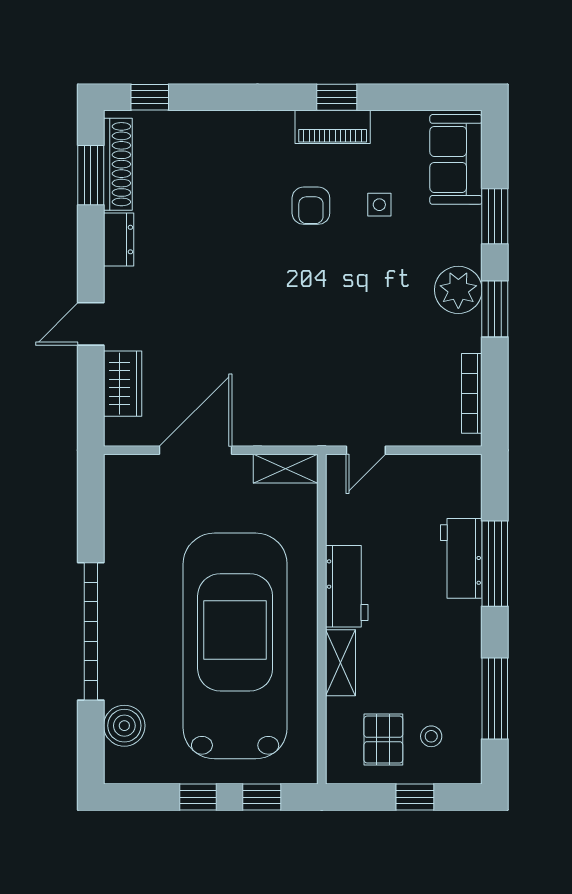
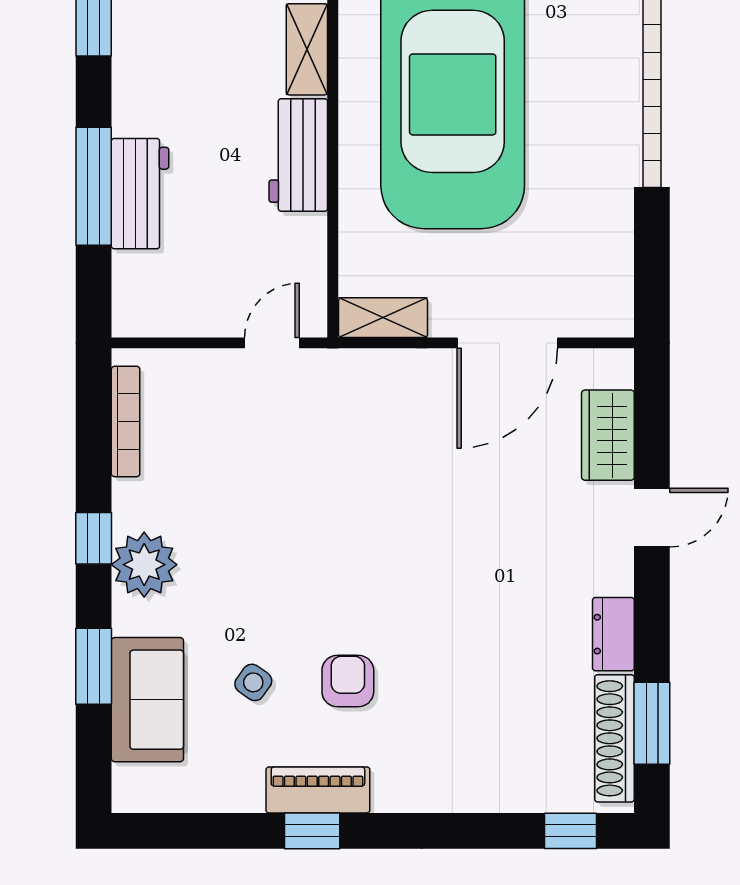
sofa: (456, 159) -> (147, 700), moved
side table: (379, 205) -> (253, 682), turned 35
window: (495, 309) -> (94, 538), width x0.67

